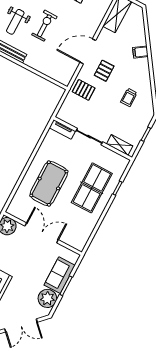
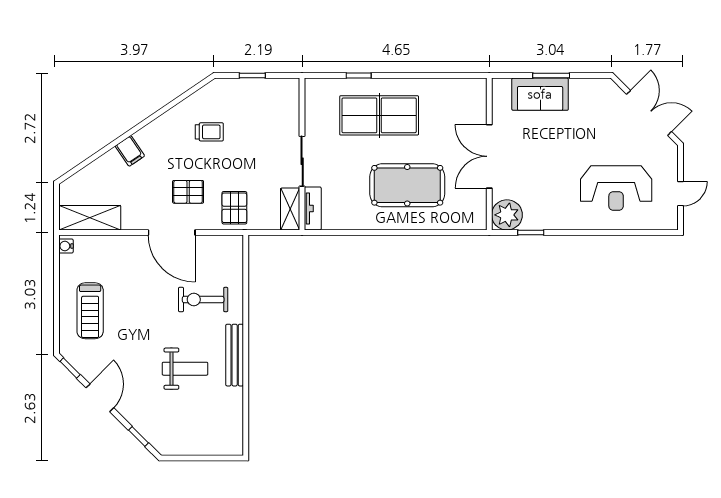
exercise bike: (44, 26) -> (203, 299), moved
shelving: (120, 145) -> (290, 209), moved
plant: (47, 298) -> (586, 94), removed

